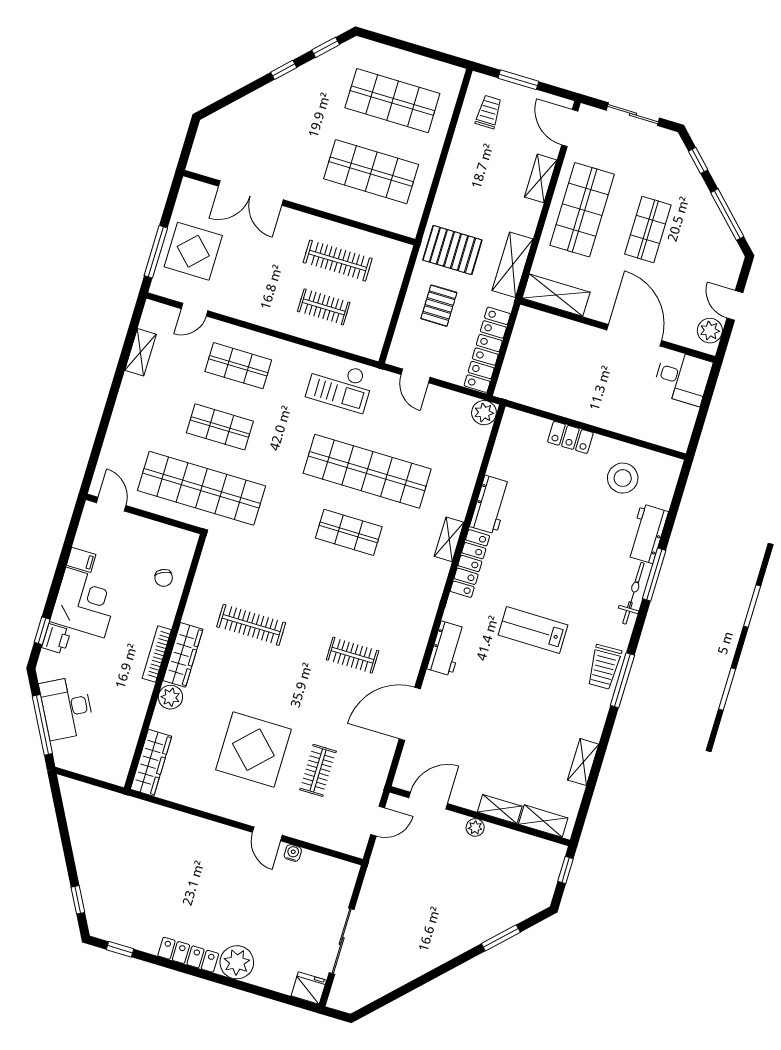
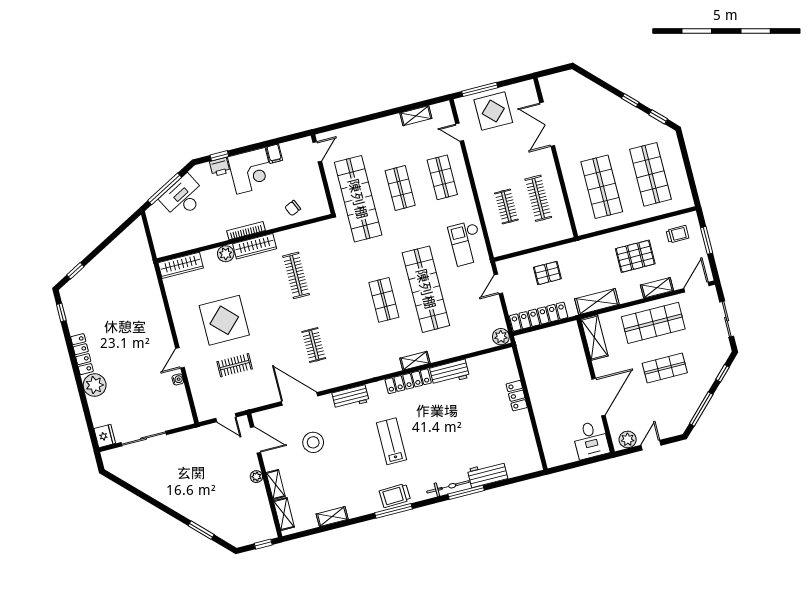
pallet: (452, 250) -> (635, 256), moved, turned 90
stool: (623, 478) -> (313, 442), moved

